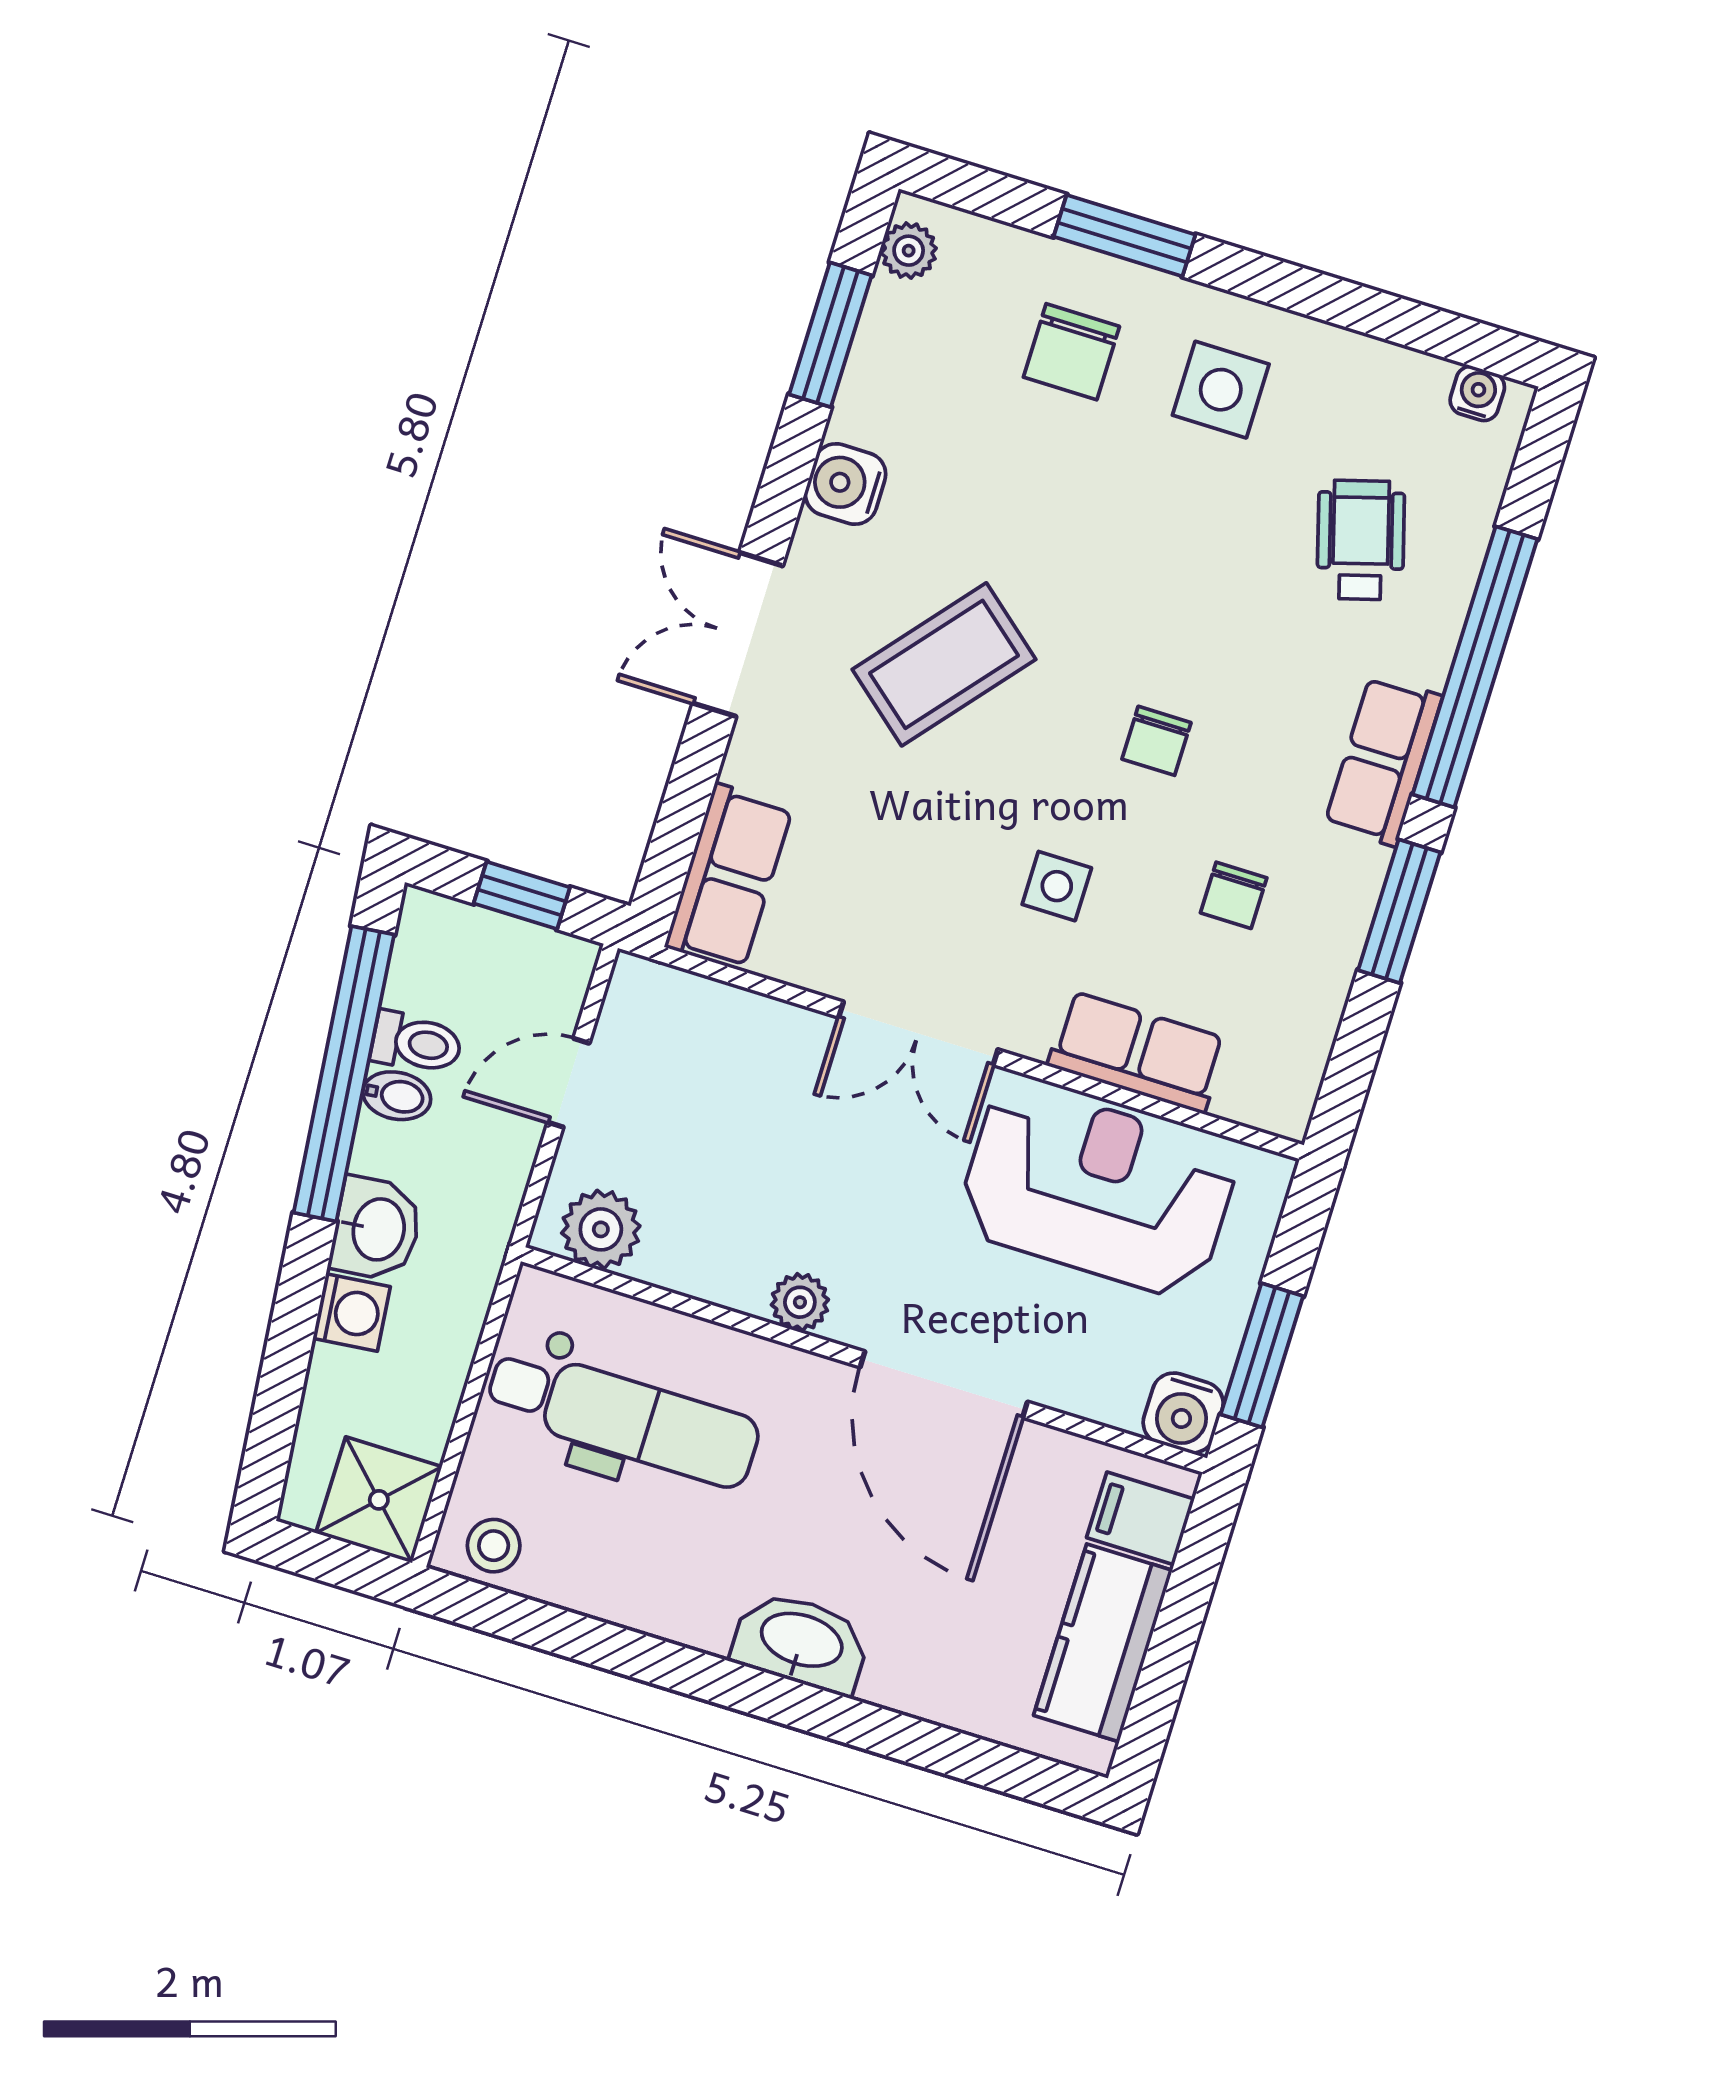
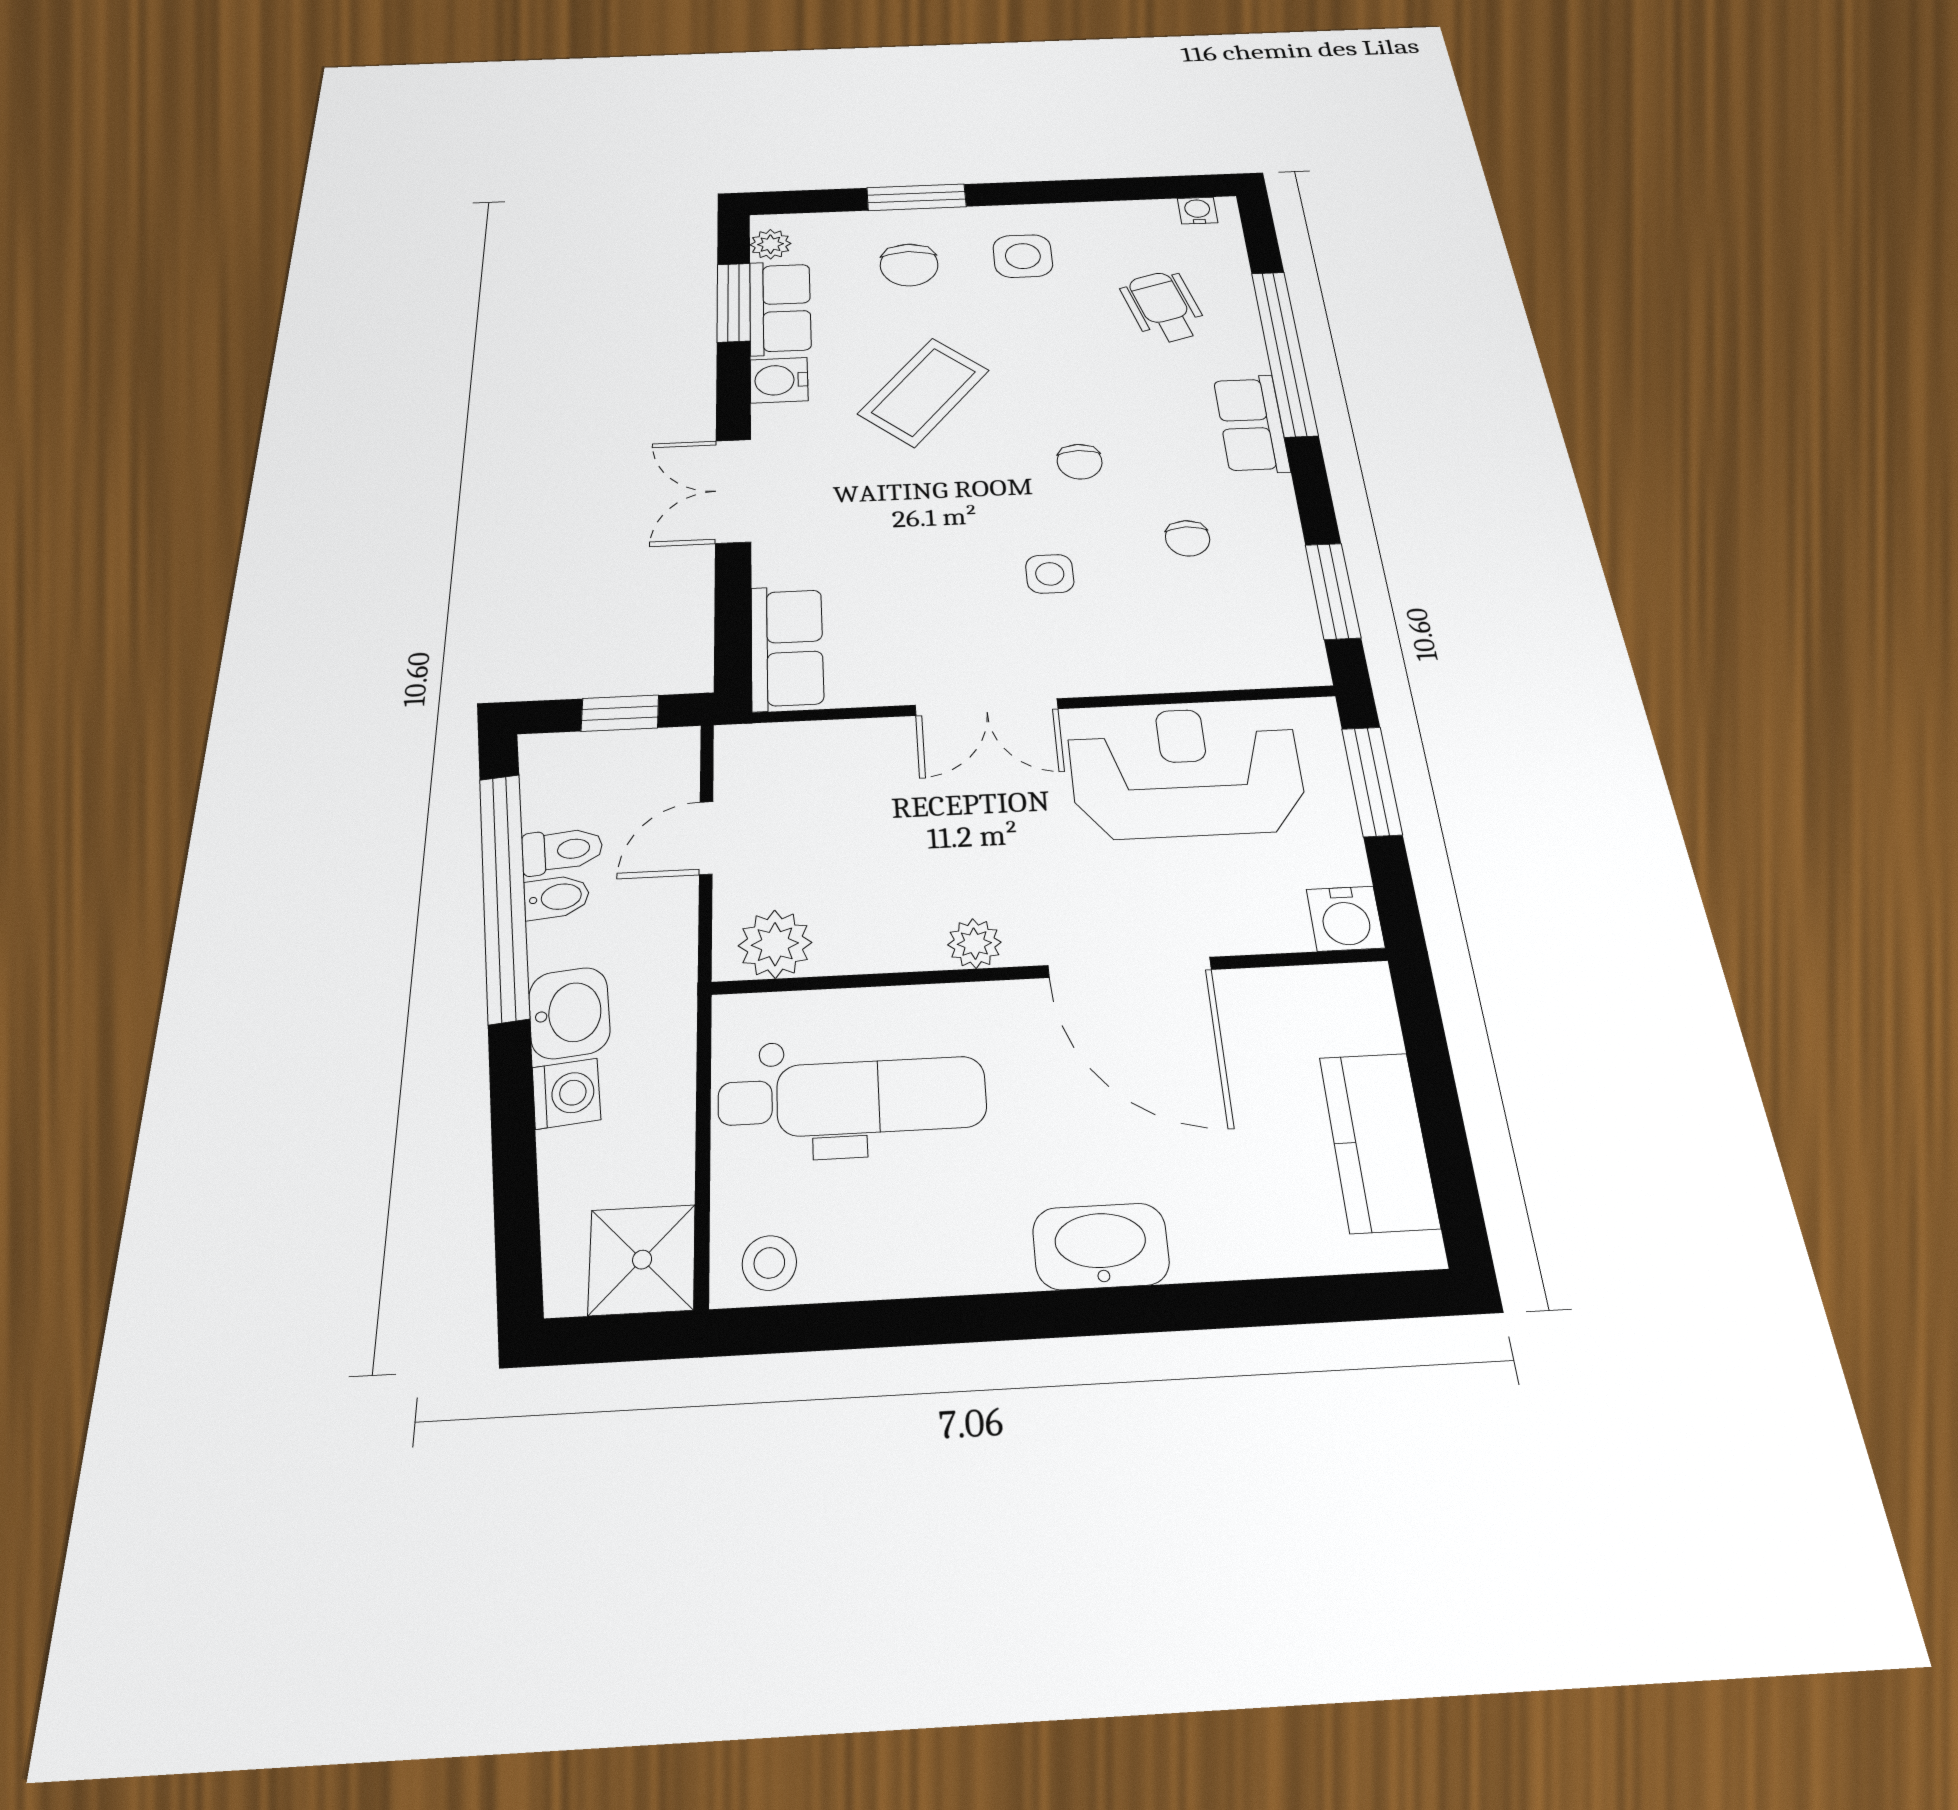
coffee table: (944, 664) -> (924, 392), moved
window: (1399, 911) -> (1333, 591), moved
row of seats: (1137, 1052) -> (780, 308), moved, turned 90
window: (1262, 1355) -> (1372, 781), moved
filing cabinet: (1140, 1518) -> (1355, 1019), removed

